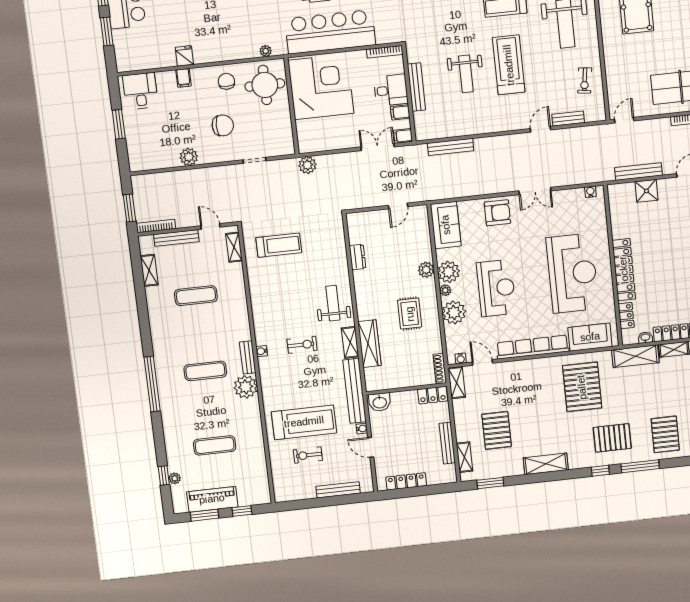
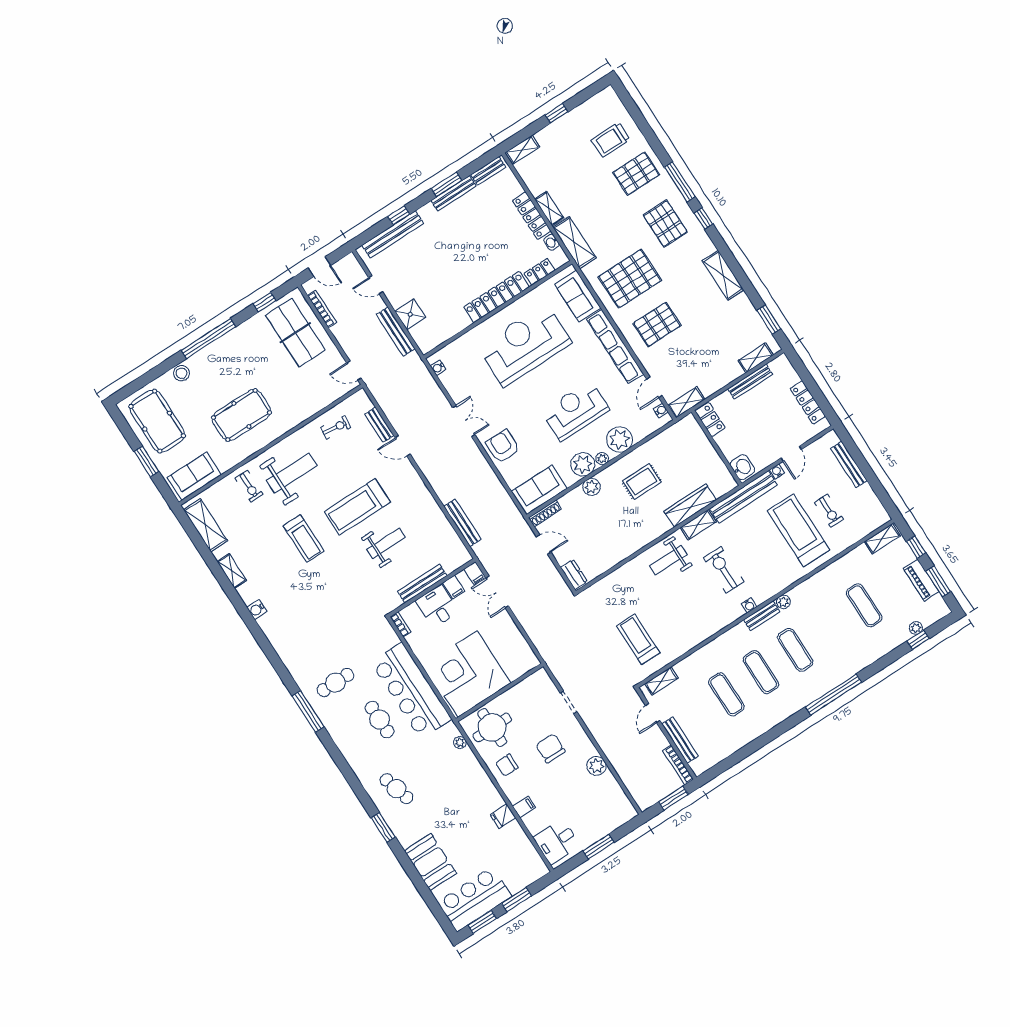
bookcase: (385, 52) -> (400, 624), width x0.64
plant: (307, 165) -> (548, 650), removed
dresser: (358, 257) -> (574, 574), moved, turned 90
shelving: (149, 270) -> (882, 539), moved
exercise mat: (201, 333) -> (761, 672), added
exercise bike: (302, 345) -> (724, 570), width x1.38, depth x1.39
shoe rack: (440, 369) -> (545, 513), moved
plant: (246, 387) -> (783, 602), width x0.53, depth x0.53
pallet: (497, 430) -> (657, 324), moved
piano: (212, 499) -> (921, 580), width x0.73, depth x0.75

